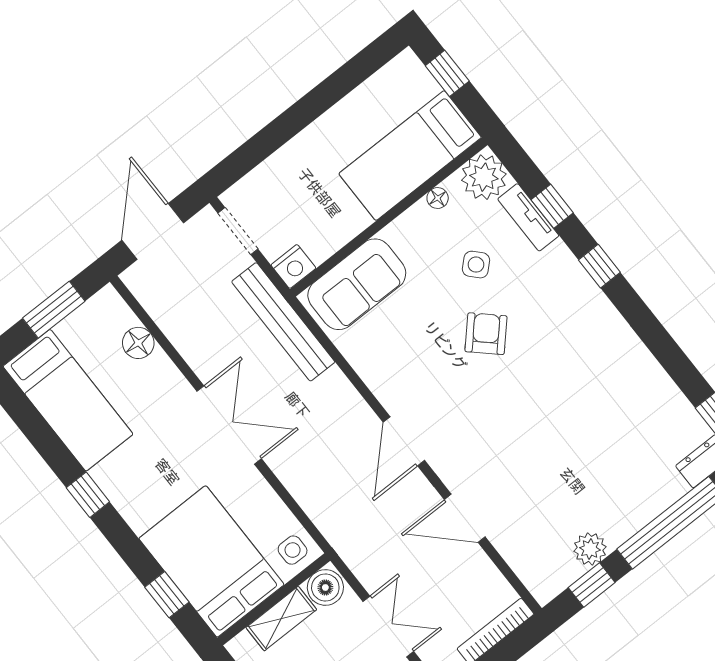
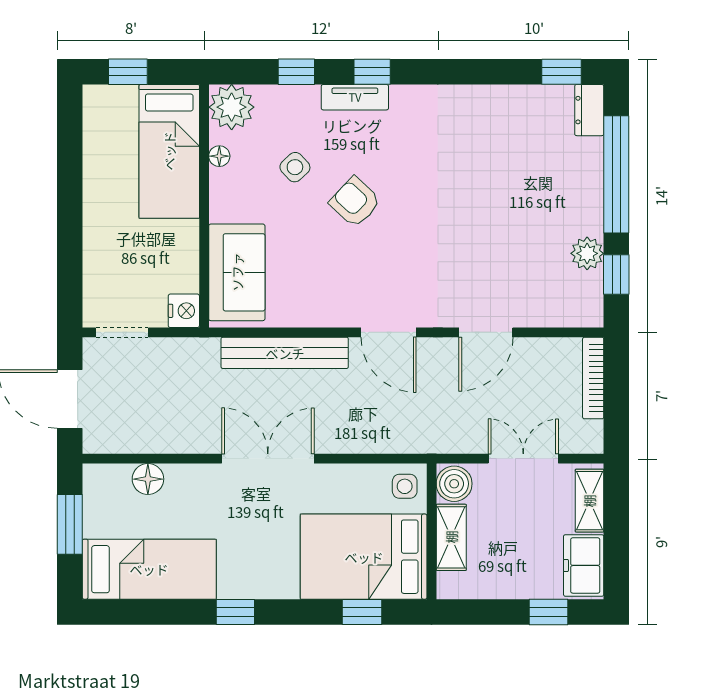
tv unit: (528, 217) -> (355, 97), moved
bench: (283, 322) -> (285, 353), moved

